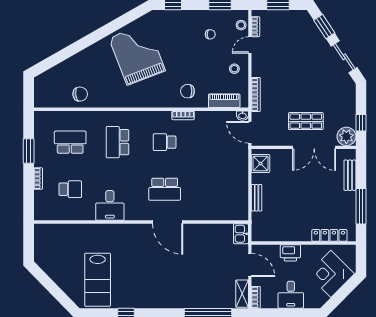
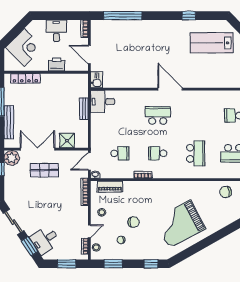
desk: (305, 34) -> (45, 240), added
grand piano: (137, 54) -> (180, 224), turned 83
chair: (188, 91) -> (134, 222), moved
door: (250, 132) -> (89, 161), swing flipped
school desk: (165, 142) -> (158, 153), turned 180
school desk: (212, 142) -> (120, 153), added
shower: (261, 164) -> (67, 141), moved
bench: (350, 175) -> (9, 122), width x1.36
desk: (110, 205) -> (103, 102), moved, turned -90
door: (168, 222) -> (170, 89), moved
lab bench: (98, 280) -> (212, 43), turned -90
shelving: (242, 294) -> (96, 32), removed

